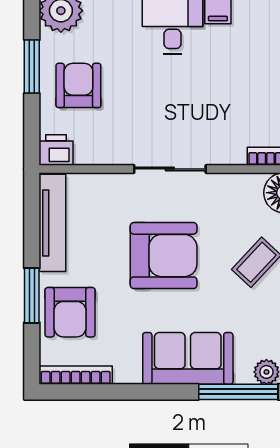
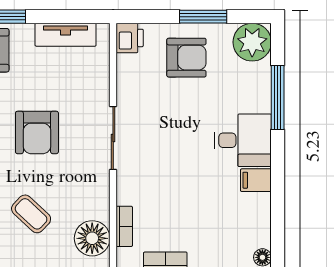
tv unit: (52, 223) -> (66, 35), width x0.71
armchair: (164, 256) -> (37, 132), width x0.73, depth x0.73

